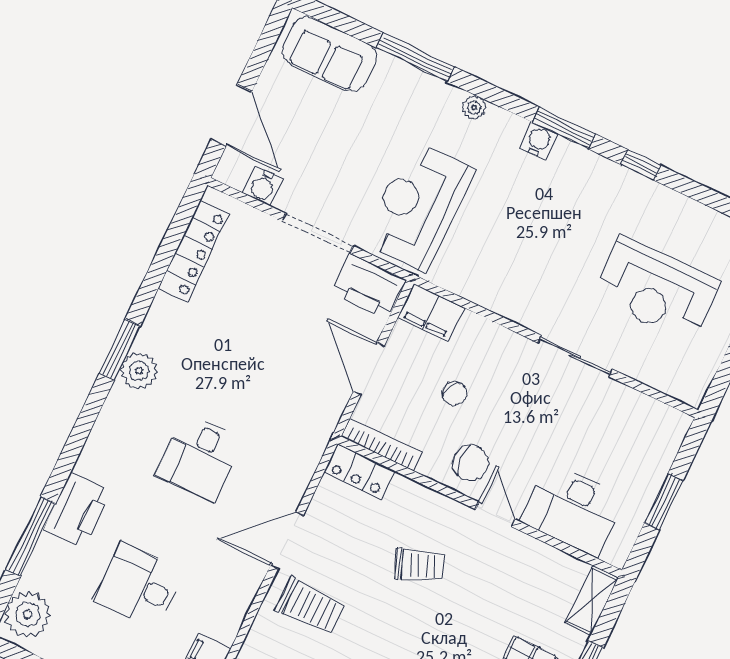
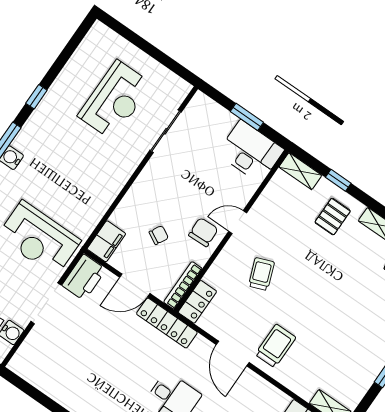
locker: (194, 251) -> (167, 323), moved, turned 180
sliding door: (575, 356) -> (166, 131), moved
desk: (573, 509) -> (251, 152), moved, turned -90

